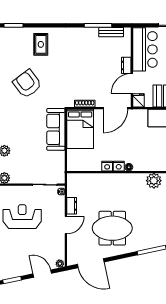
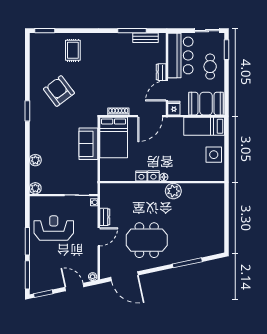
sofa: (56, 129) -> (88, 144), width x0.73
plant: (154, 181) -> (173, 191), moved

